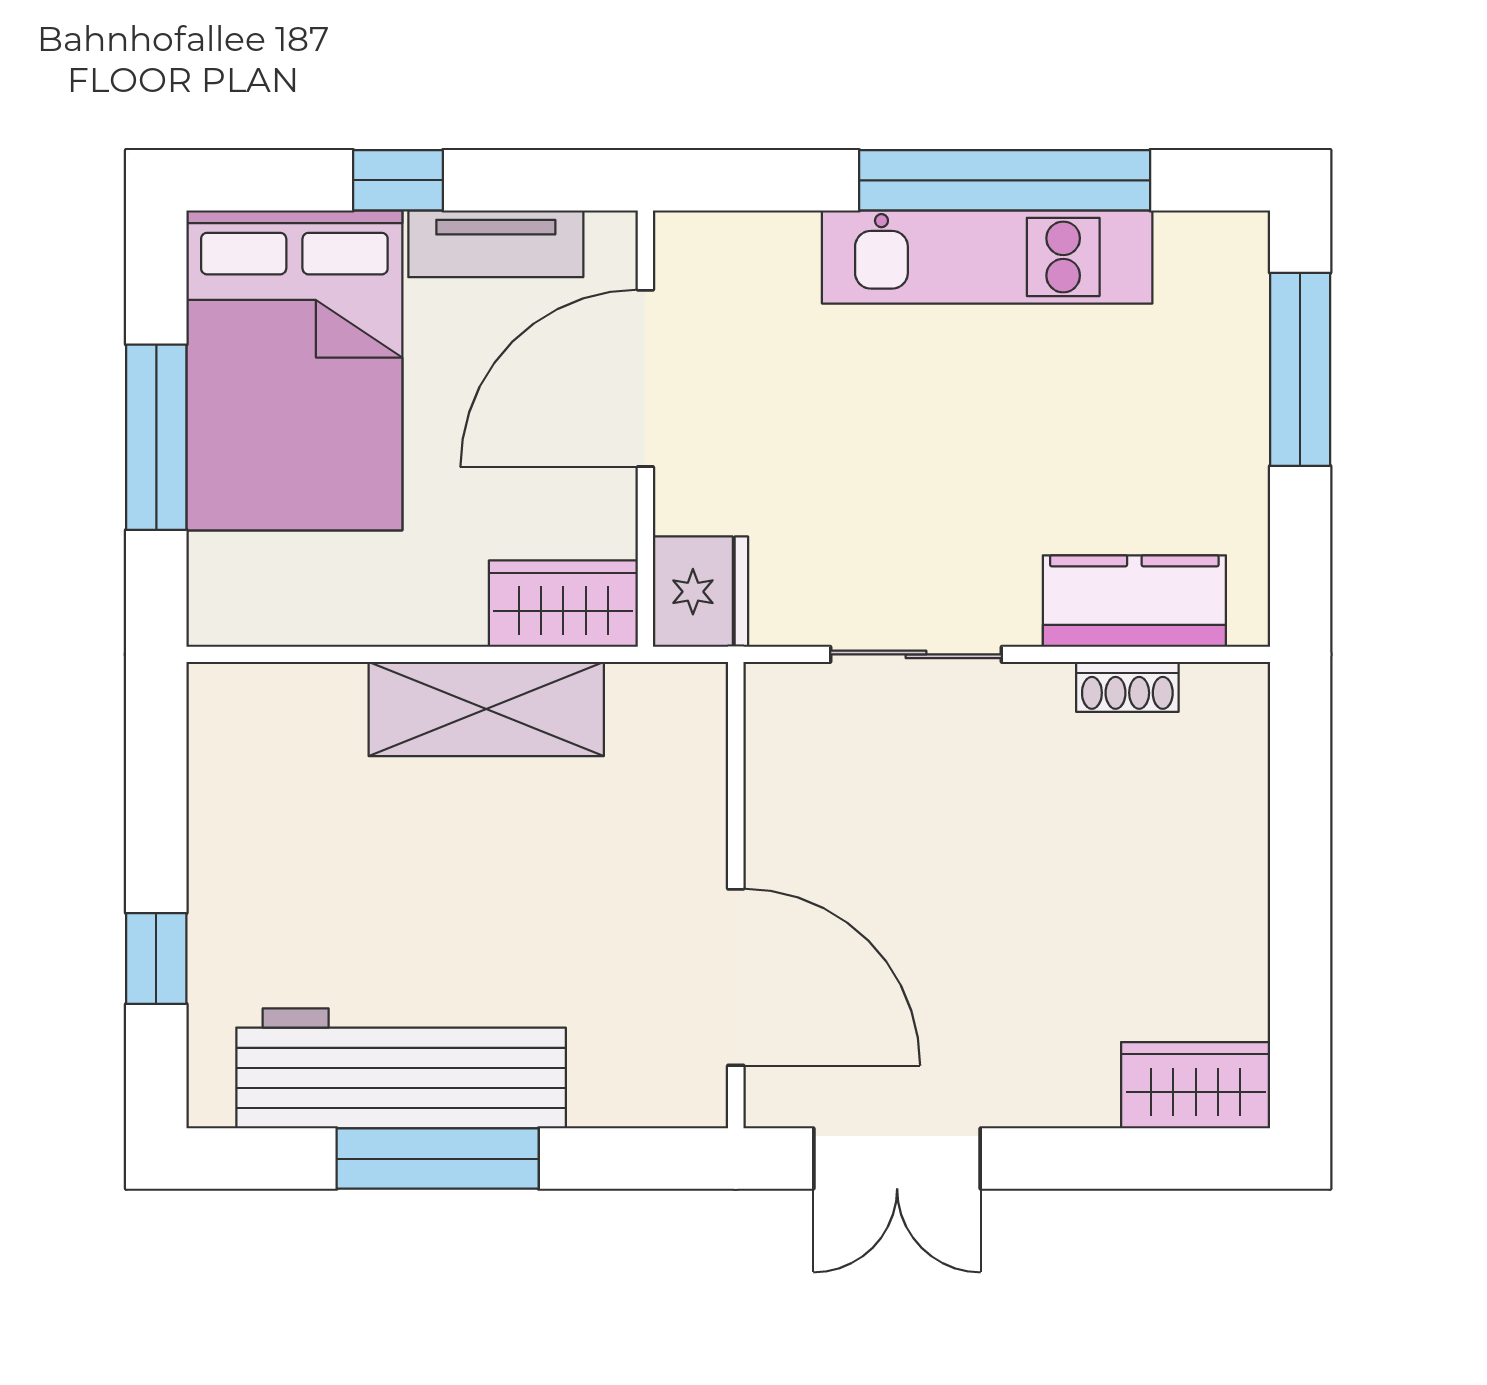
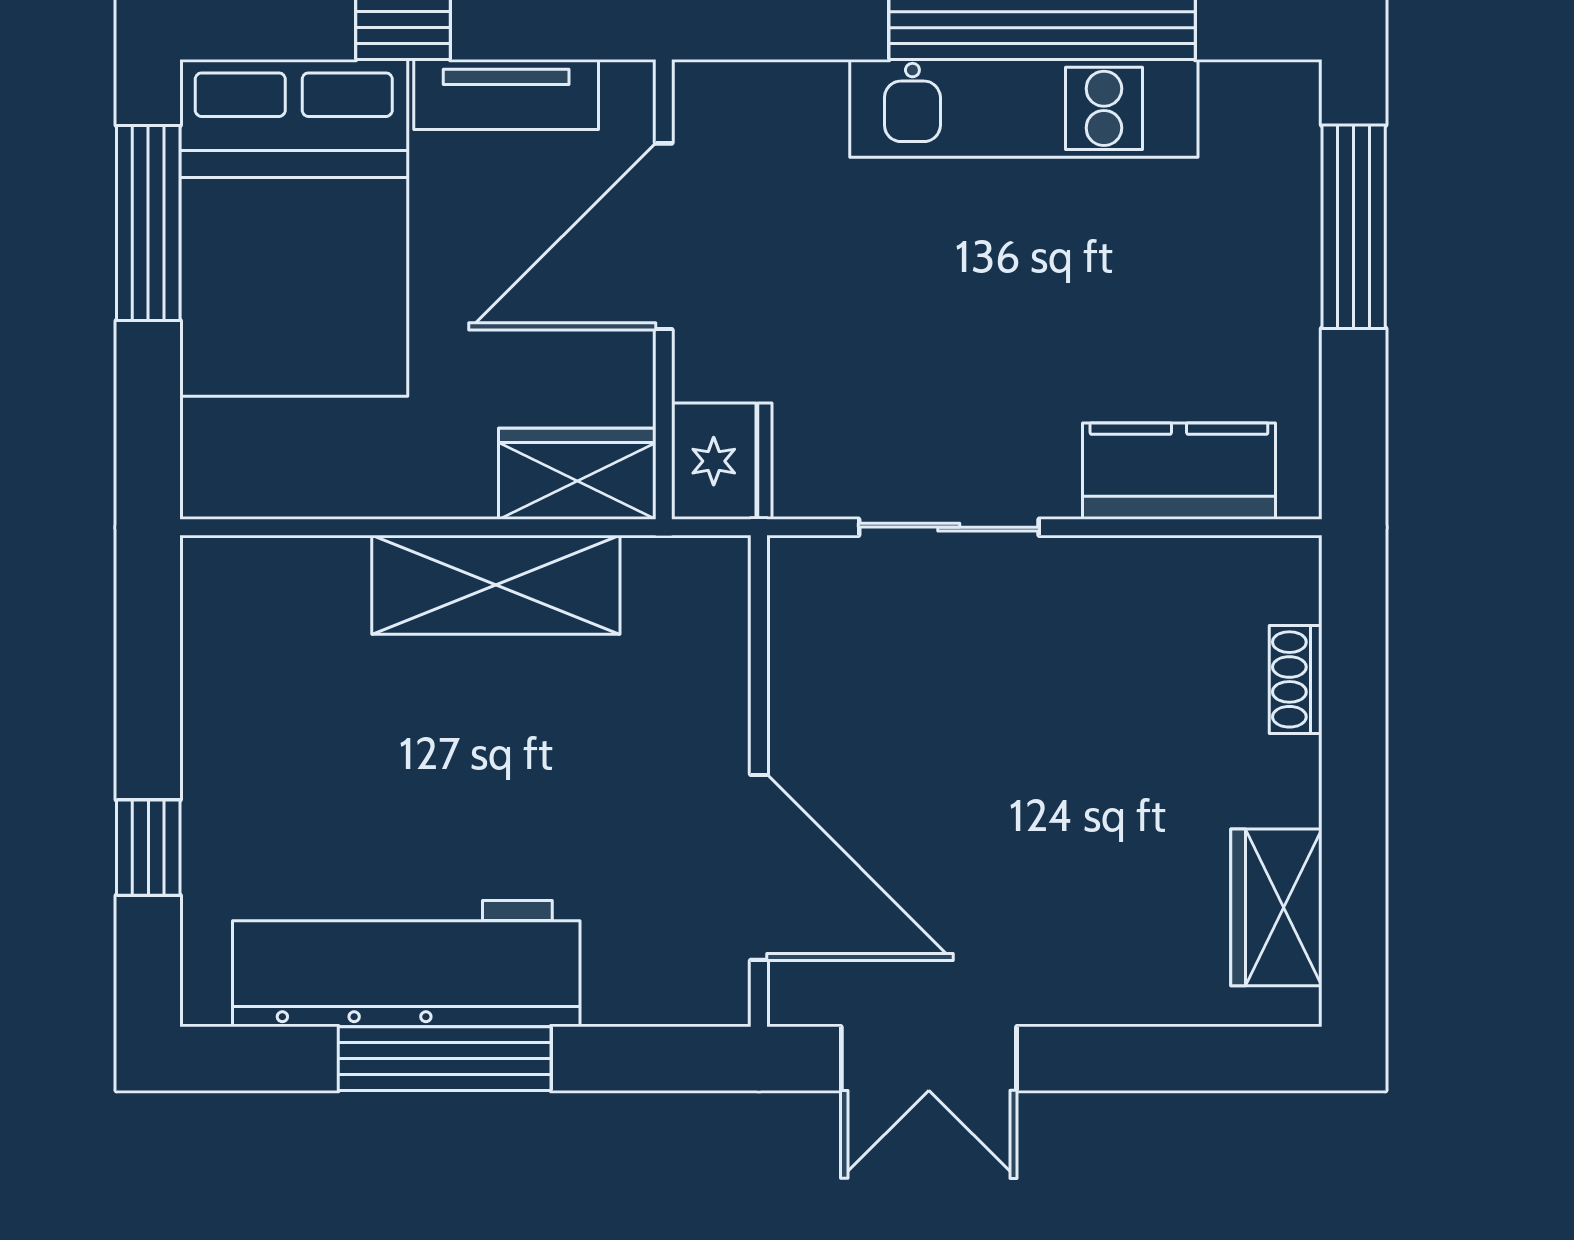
window: (156, 437) -> (148, 223), moved
shoe rack: (1127, 687) -> (1296, 679), moved, turned 90
wardrobe: (1196, 1085) -> (1276, 907), moved, turned -90

